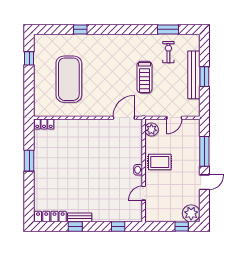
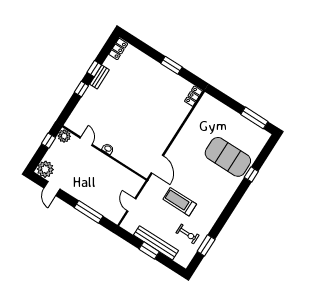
window: (29, 58) -> (254, 118), width x2.17
exercise mat: (69, 79) -> (228, 157), moved
plant: (151, 129) -> (64, 136), moved
rug: (160, 162) -> (103, 170), removed
door: (204, 182) -> (52, 189), moved
locker: (50, 217) -> (118, 49), width x0.66
window: (118, 227) -> (81, 89), moved
window: (182, 227) -> (48, 141), moved

